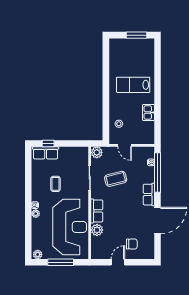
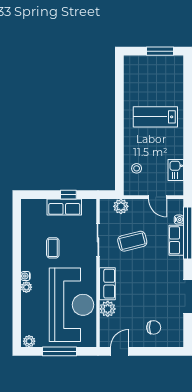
kitchen sink: (149, 112) -> (176, 170), moved
window: (48, 144) -> (68, 195), moved
door: (125, 145) -> (157, 197), moved
plant: (97, 152) -> (121, 206), moved
row of seats: (46, 153) -> (64, 207), moved
row of seats: (149, 195) -> (176, 240), moved
door: (118, 262) -> (120, 351), moved

